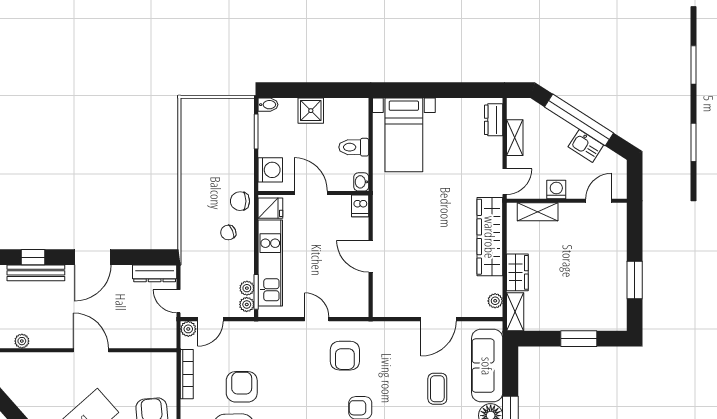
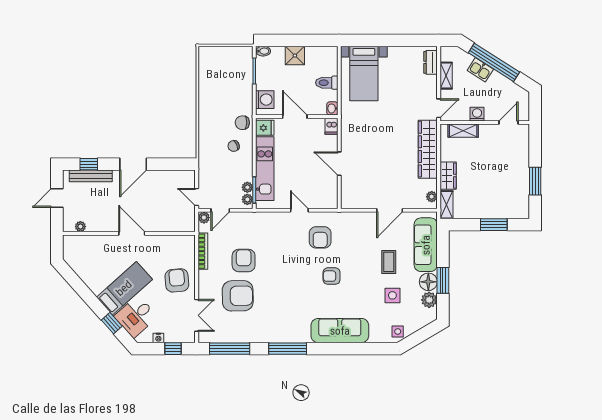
kitchen sink: (586, 146) -> (480, 70), moved
dresser: (155, 273) -> (179, 176), removed

